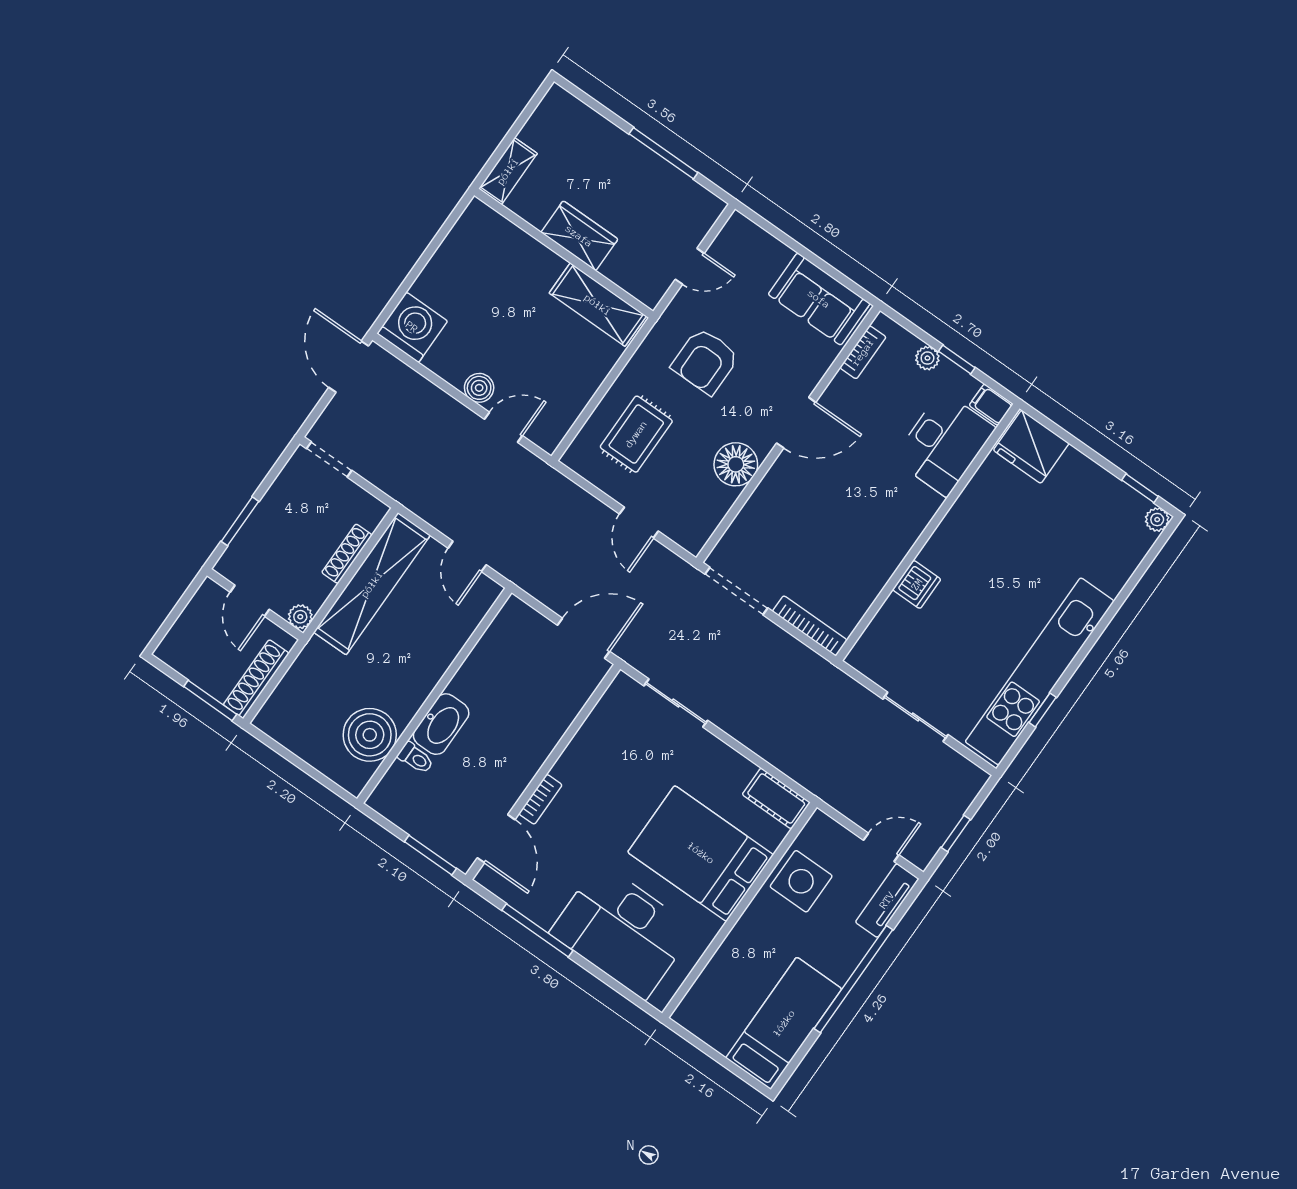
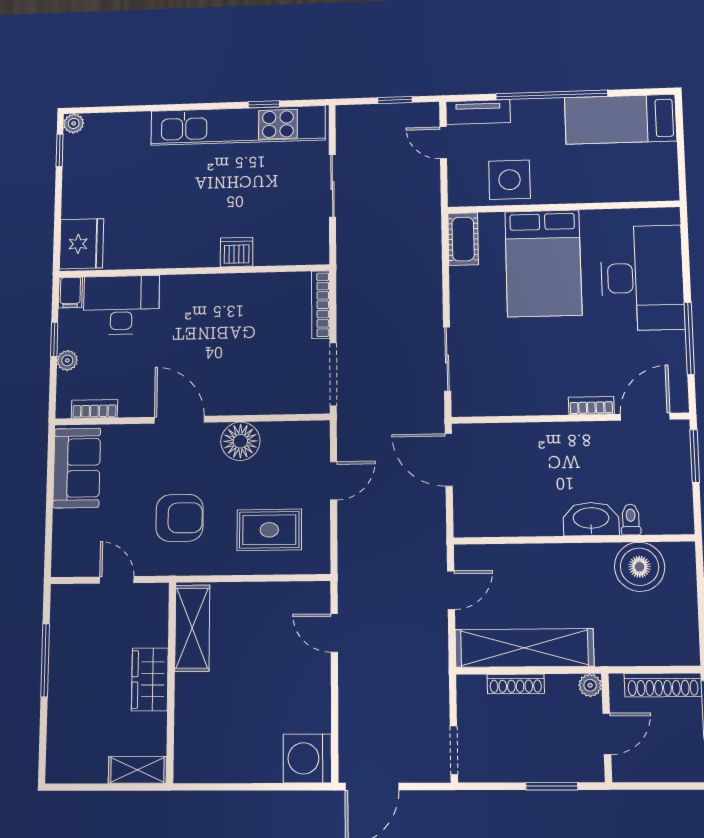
boiler: (479, 388) -> (317, 673), removed

